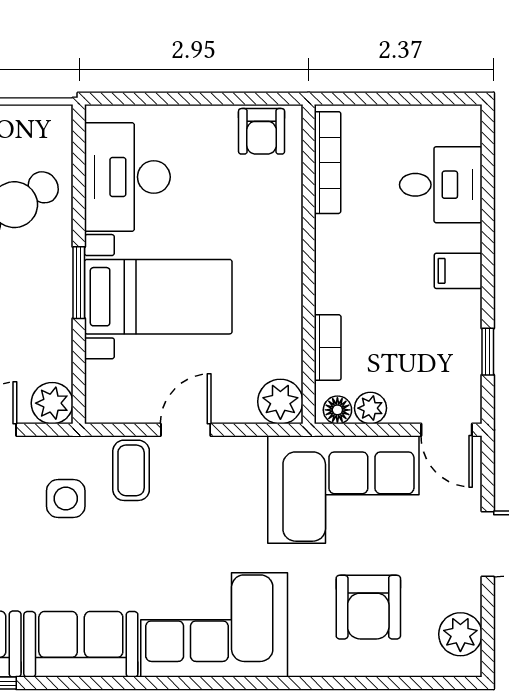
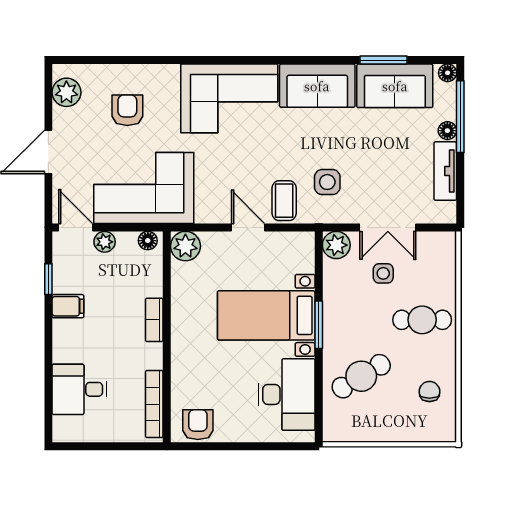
filing cabinet: (458, 271) -> (68, 306), moved
bookcase: (328, 348) -> (154, 320), moved
plant: (370, 408) -> (105, 242), moved
door: (186, 430) -> (248, 227), swing flipped
armchair: (368, 607) -> (127, 110), width x0.72, depth x0.72

